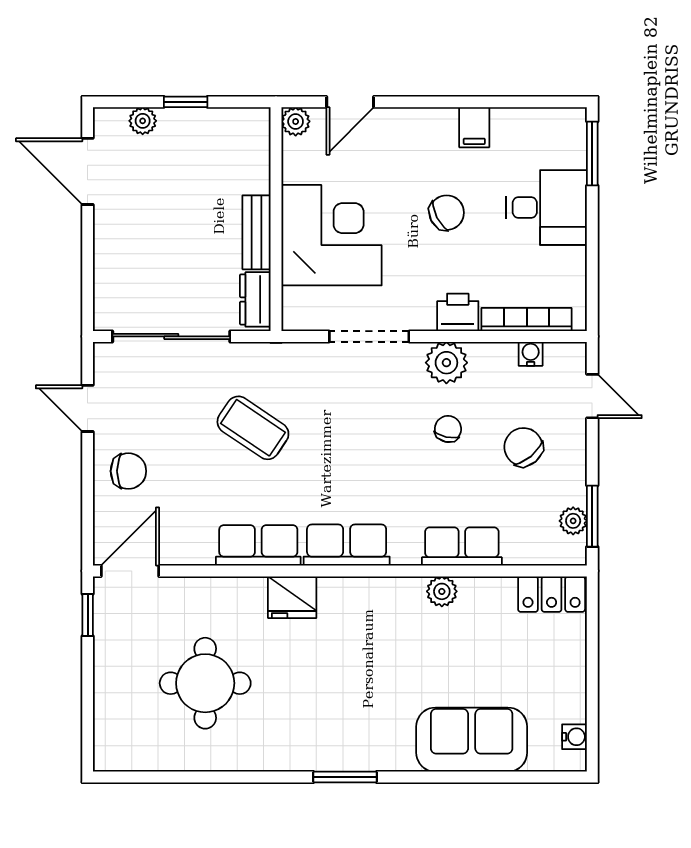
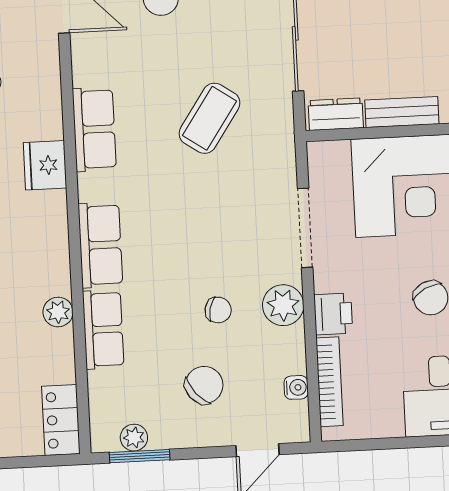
row of seats: (347, 545) -> (100, 245), moved

